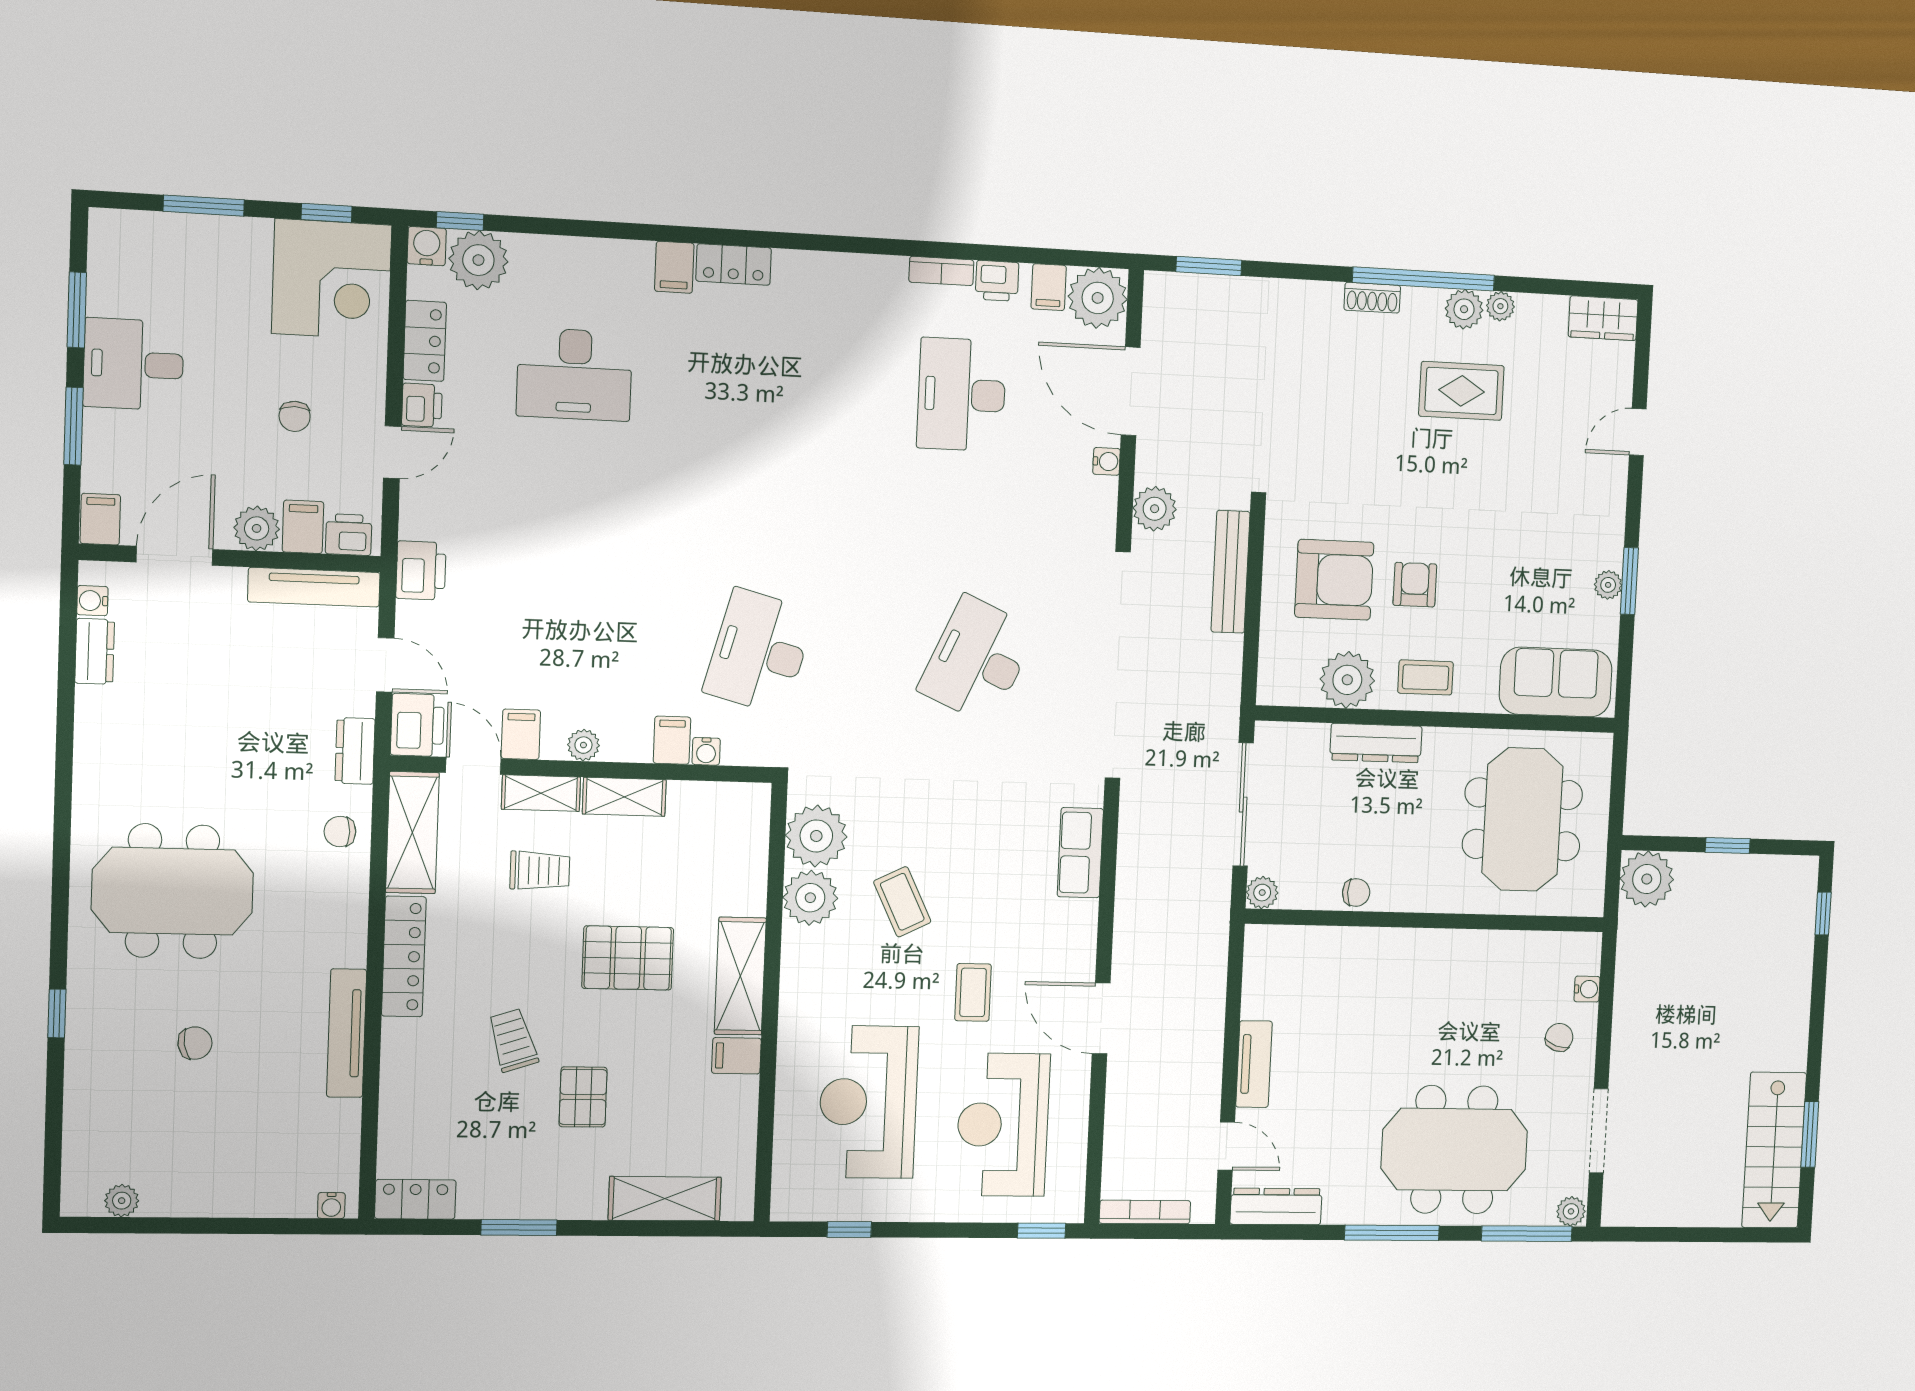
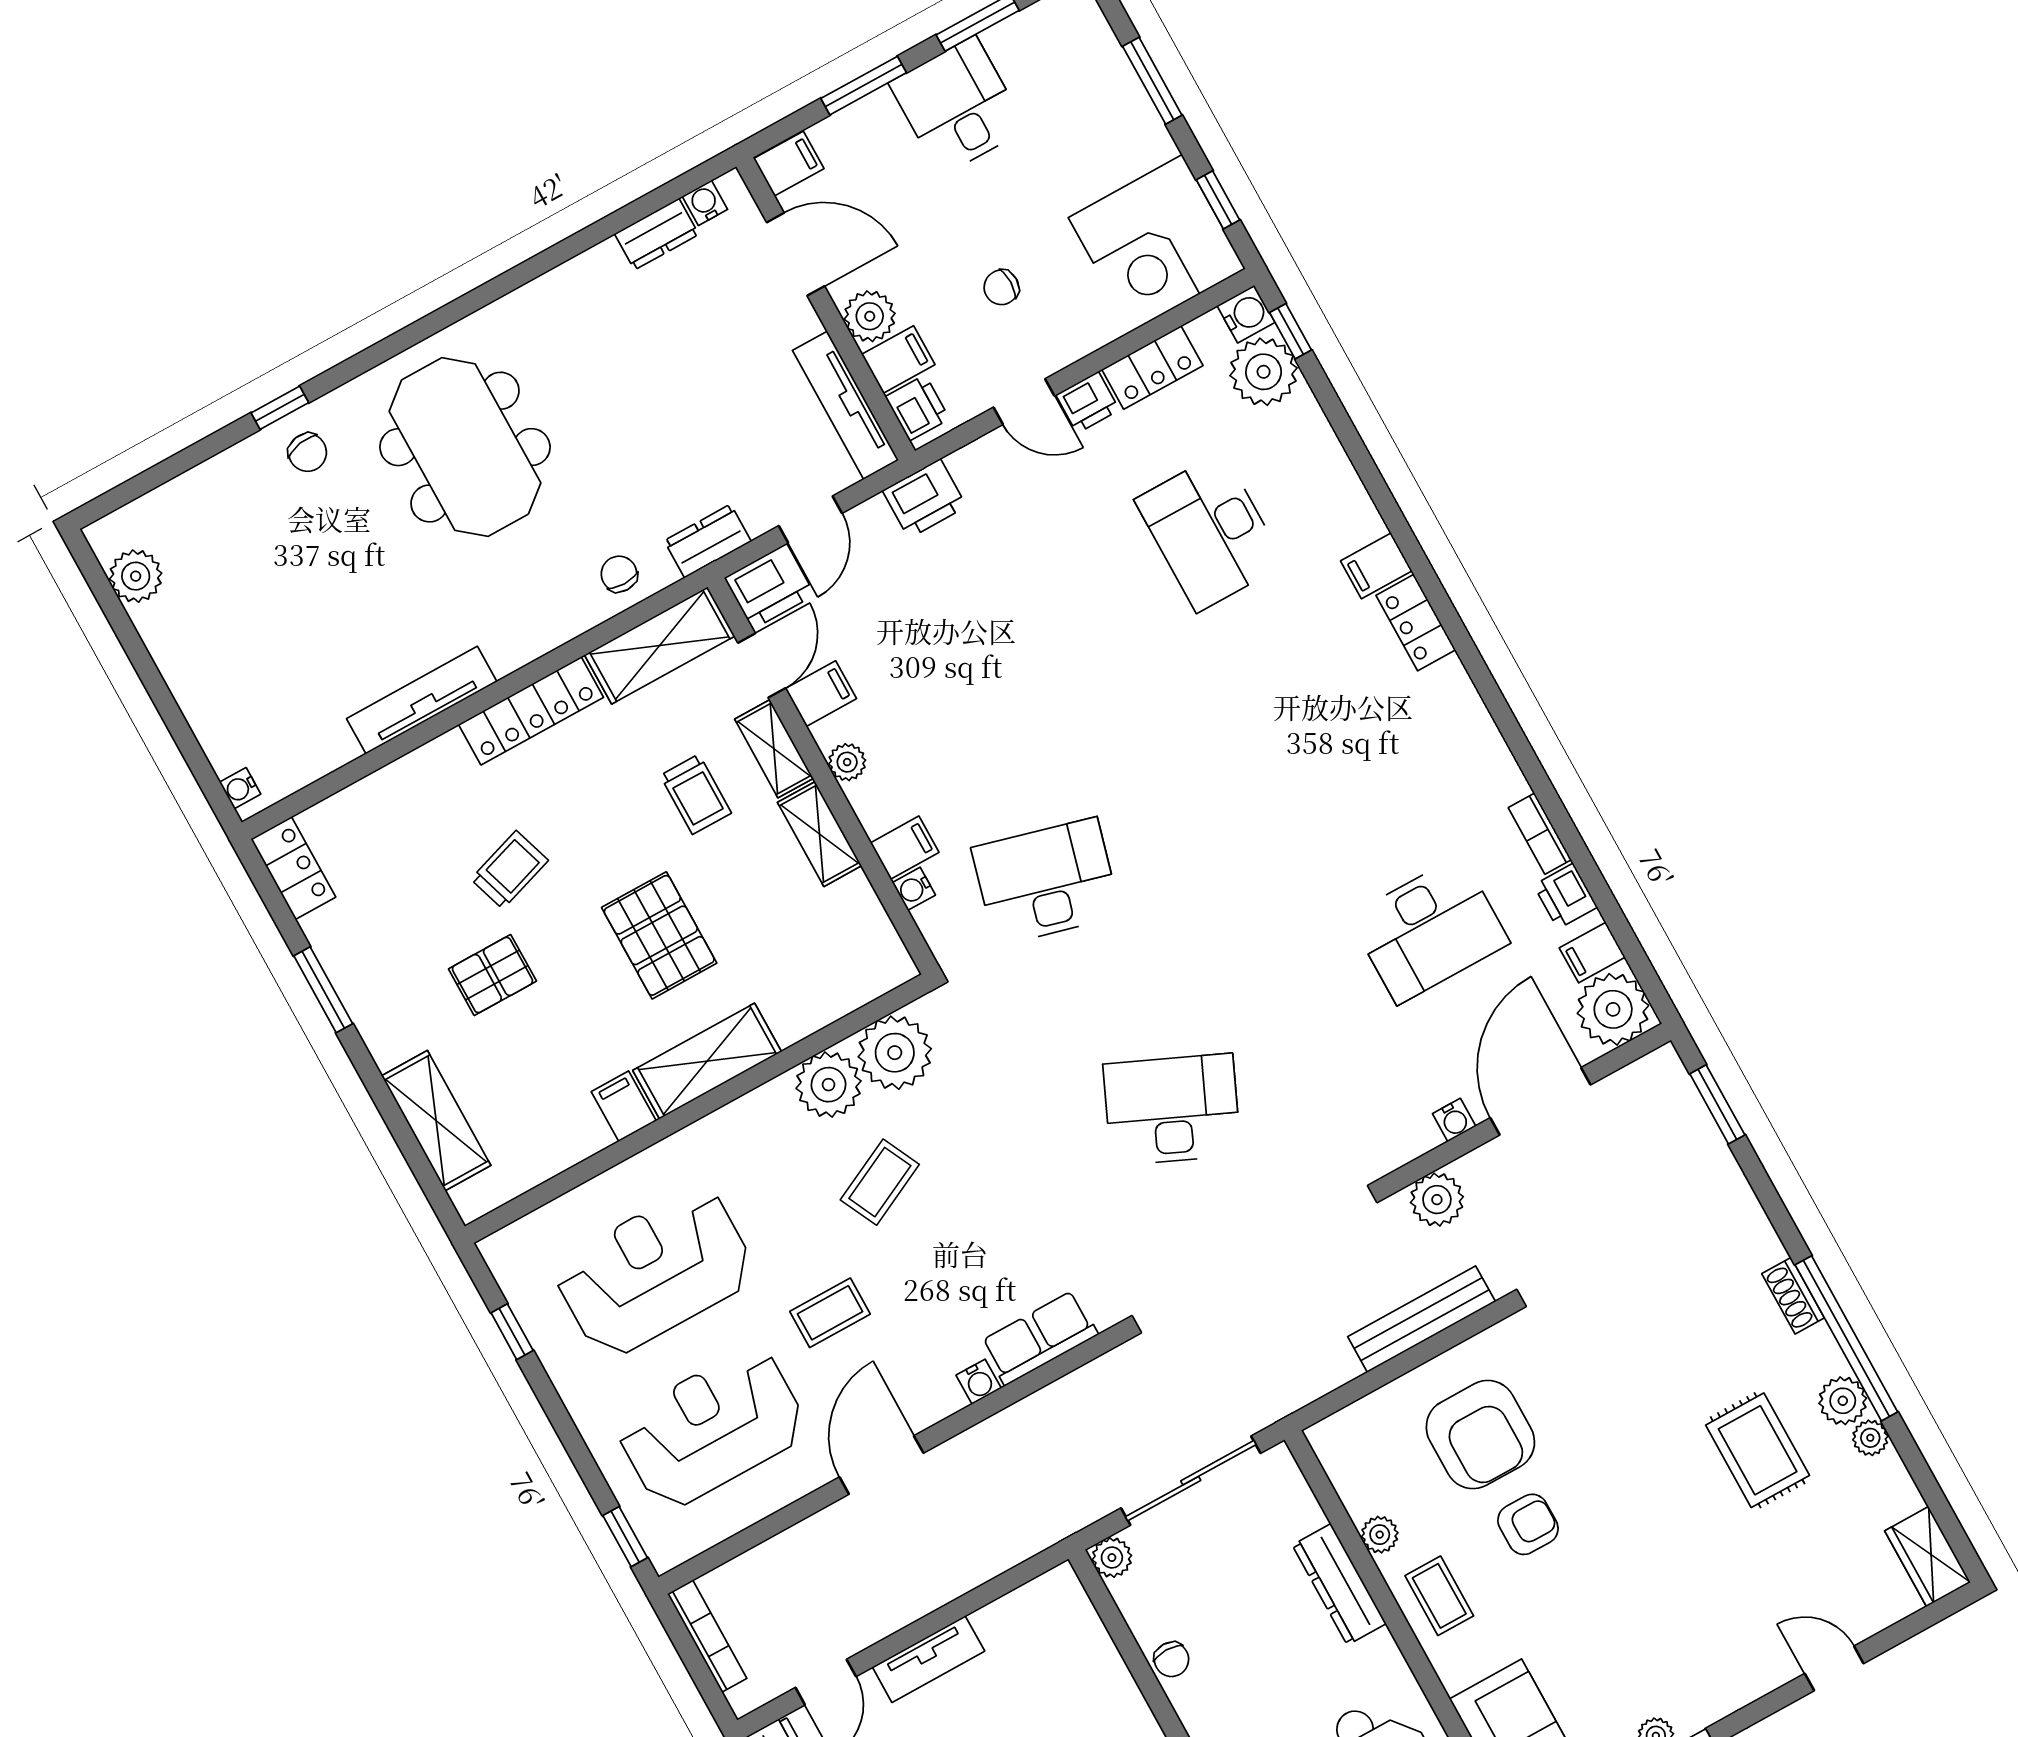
desk: (962, 395) -> (1429, 930), turned 180
plant: (1347, 680) -> (1380, 1535), width x0.53, depth x0.53
water cooler: (1085, 914) -> (979, 1382), added
chair: (195, 1043) -> (307, 452), moved
plant: (122, 1201) -> (136, 576), width x1.38, depth x1.38

